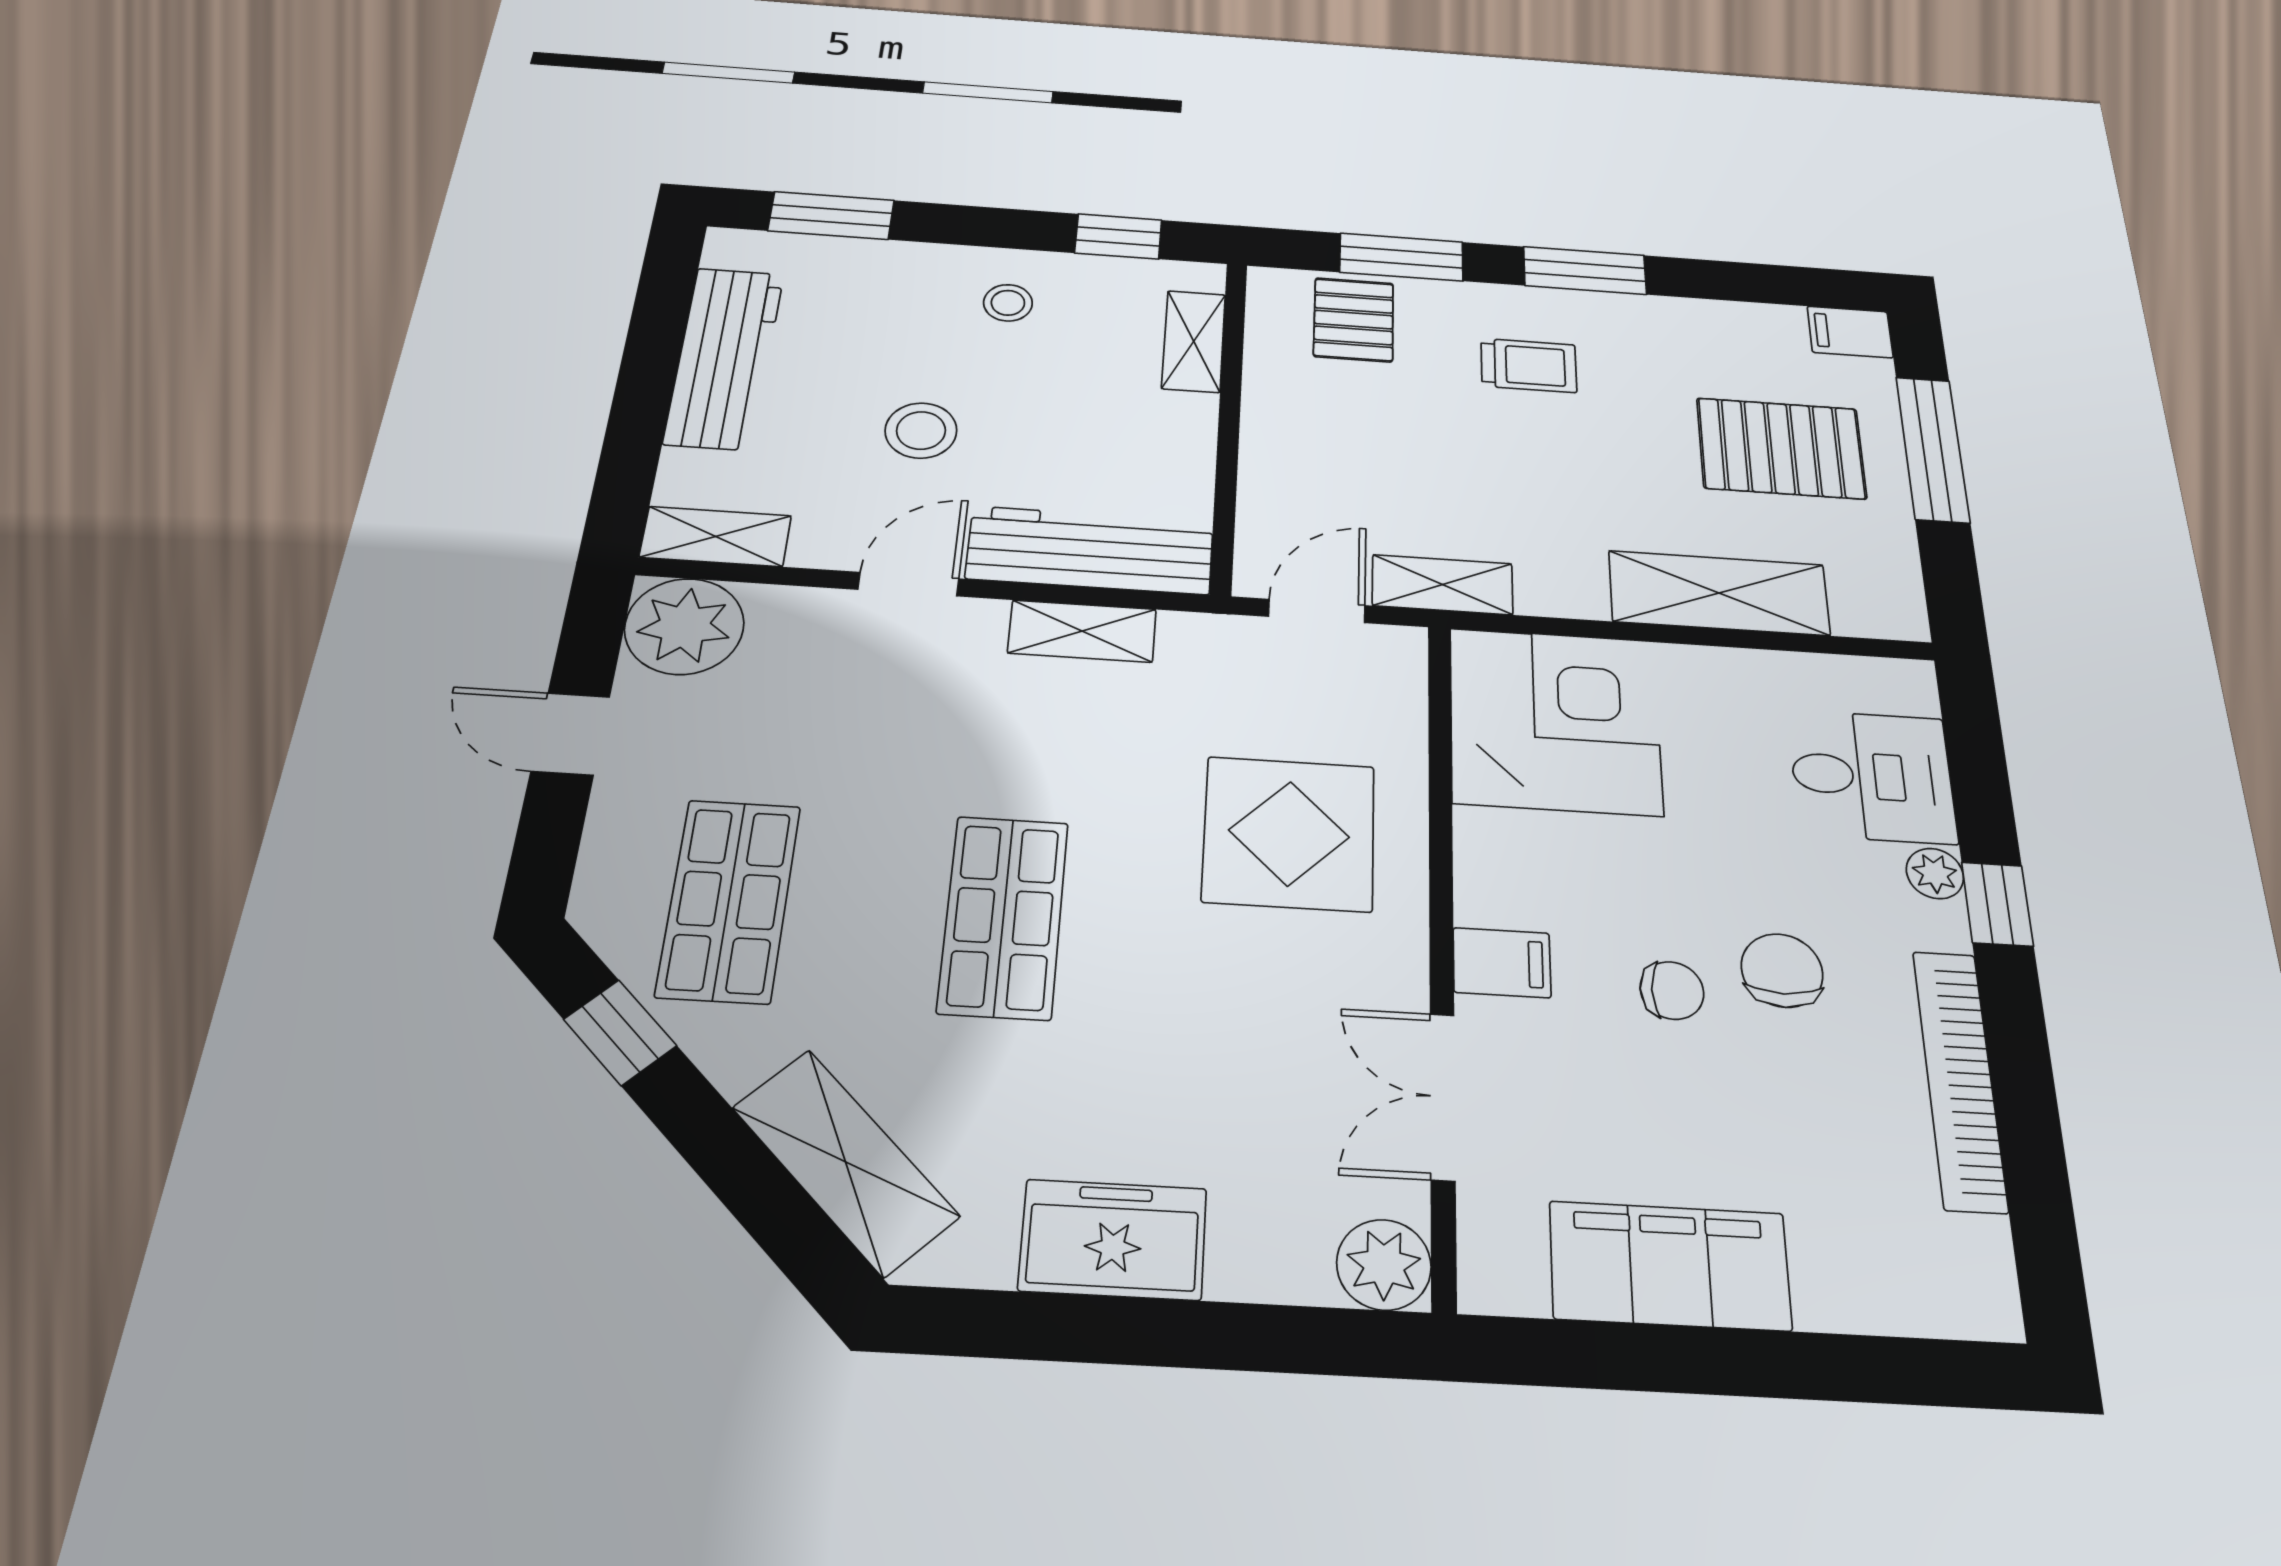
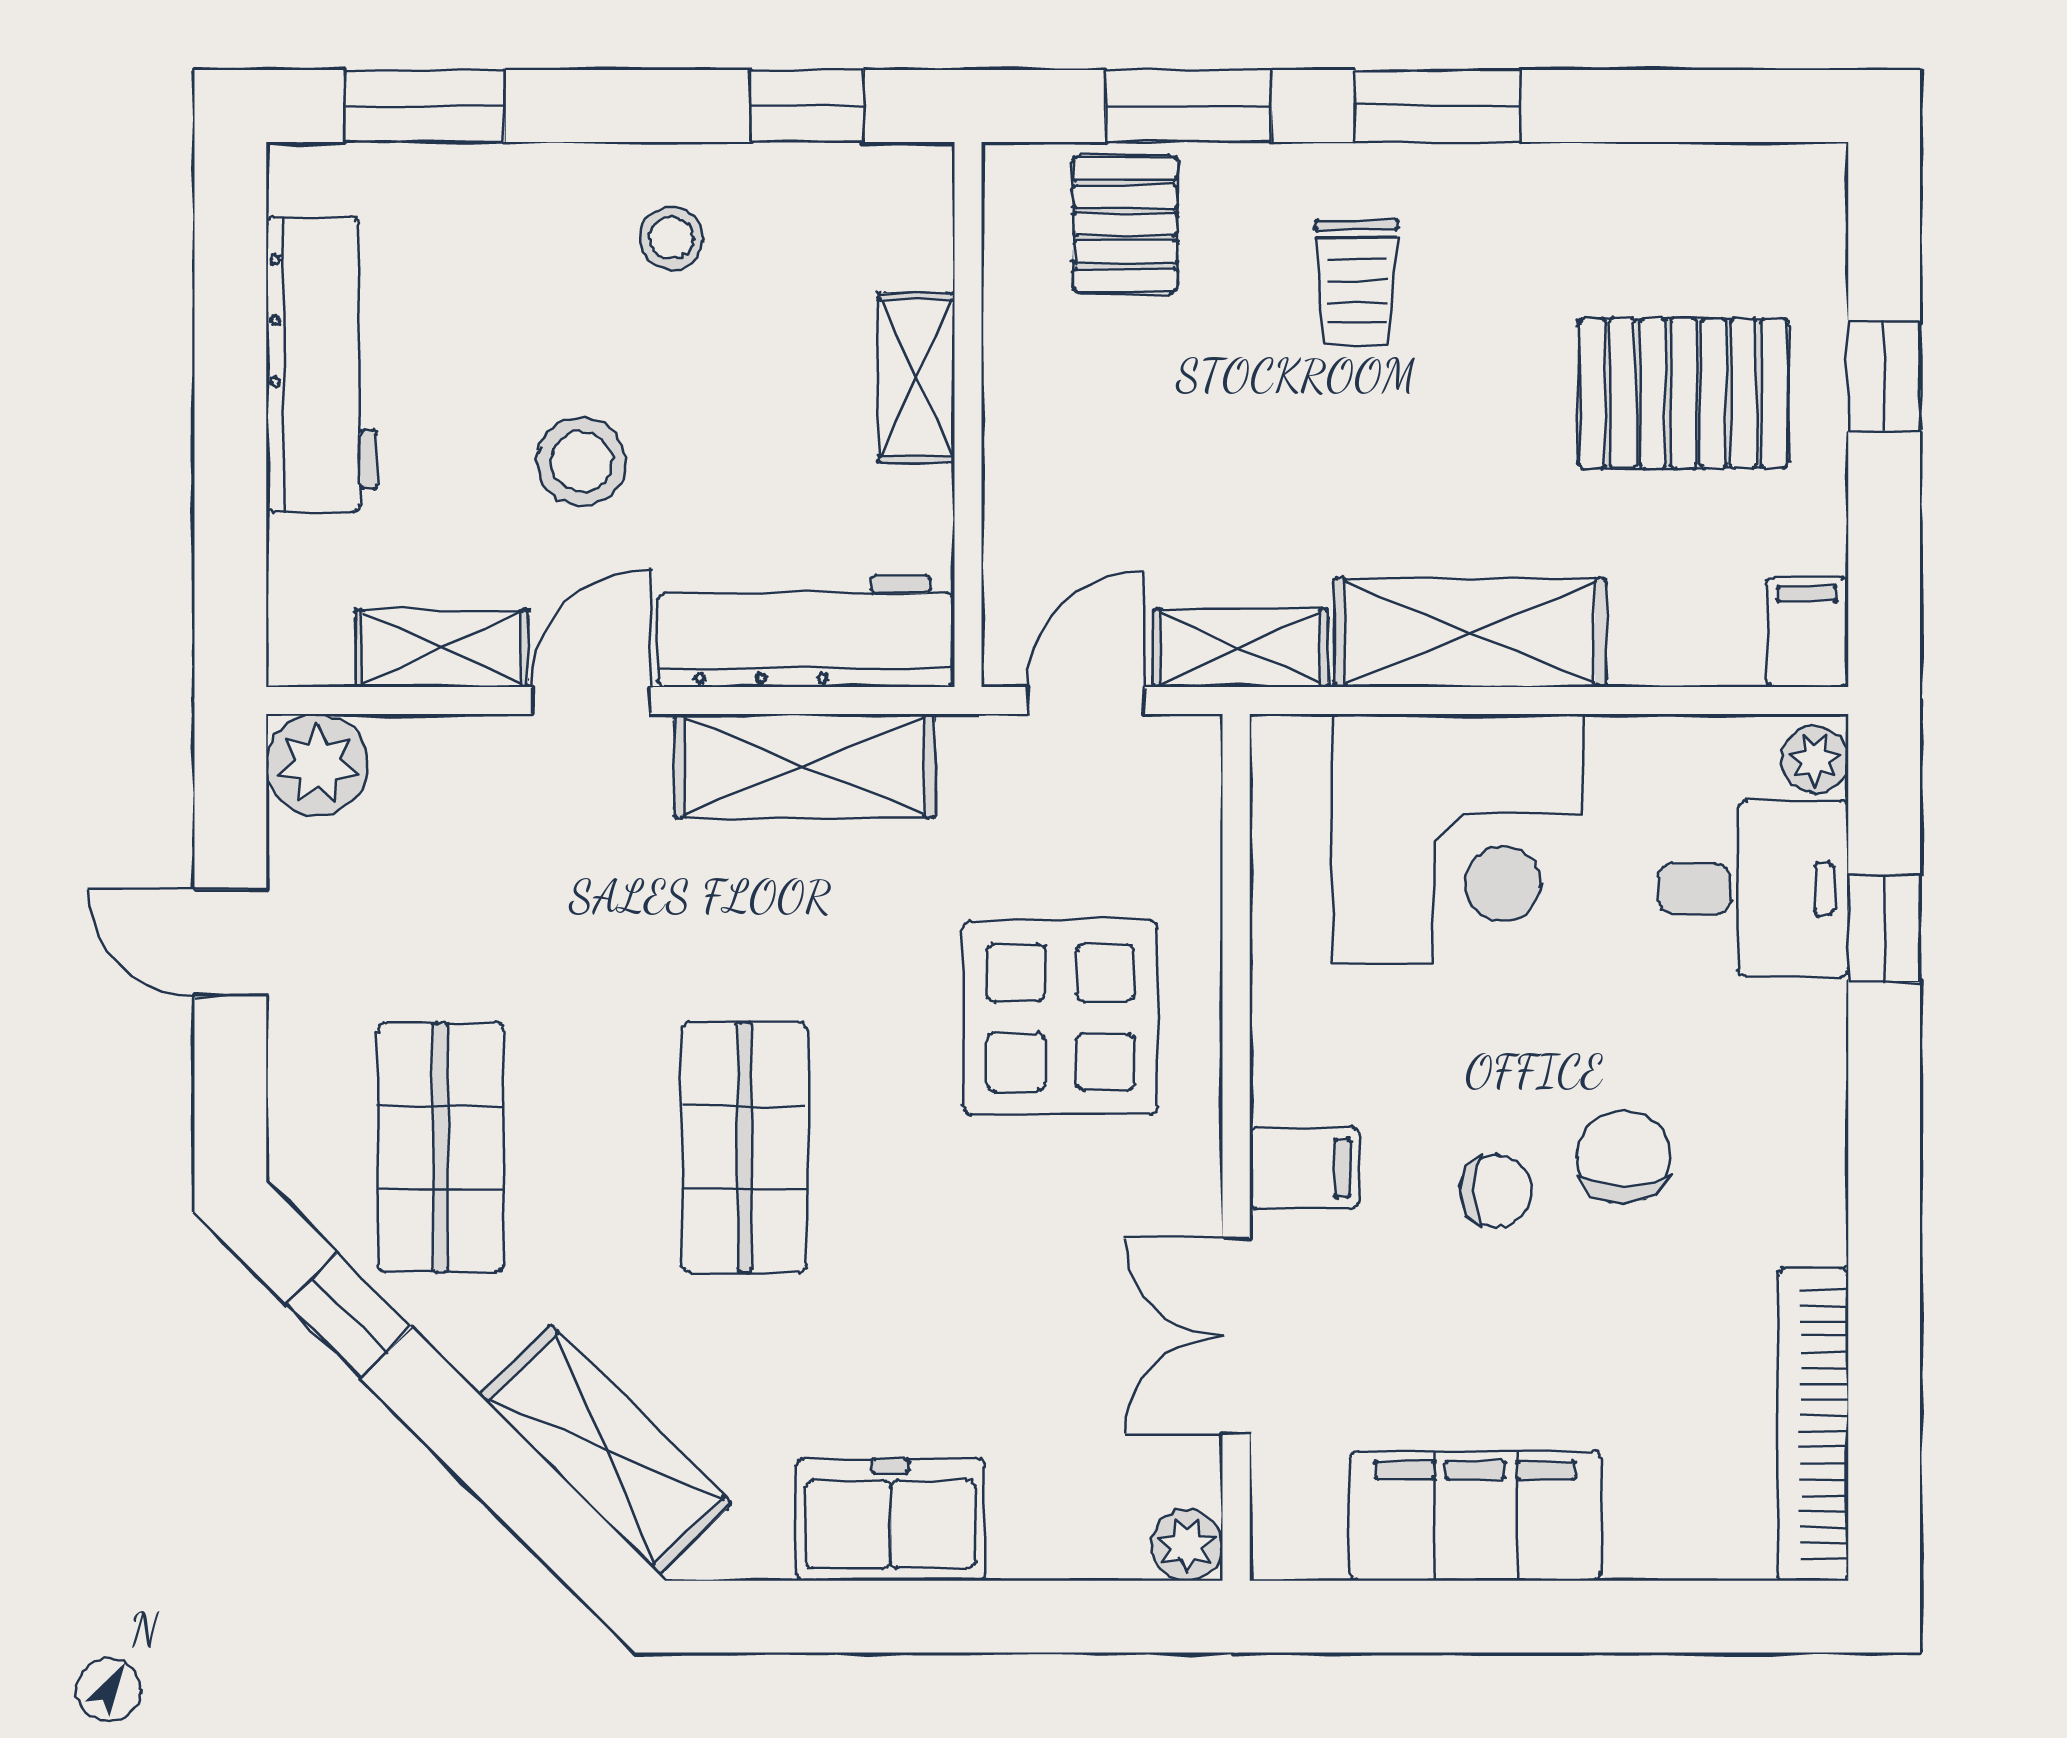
filing cabinet: (1850, 332) -> (1807, 632), moved, turned 90
shelving: (1194, 341) -> (917, 378), moved
trolley: (1529, 365) -> (1357, 282), turned 90
window: (1932, 449) -> (1884, 377), width x0.46
shelving: (716, 536) -> (442, 648), moved
shelving: (1719, 593) -> (1470, 633), moved
plant: (684, 626) -> (317, 765), width x0.73, depth x0.73
shelving: (1082, 631) -> (804, 766), width x1.50, depth x1.33
corner desk: (1555, 721) -> (1458, 839), moved, turned 90
plant: (1935, 874) -> (1815, 760), moved
window: (1997, 904) -> (1884, 928), moved
bookcase: (1960, 1079) -> (1813, 1424), moved
plant: (1384, 1265) -> (1187, 1545), width x0.73, depth x0.73

